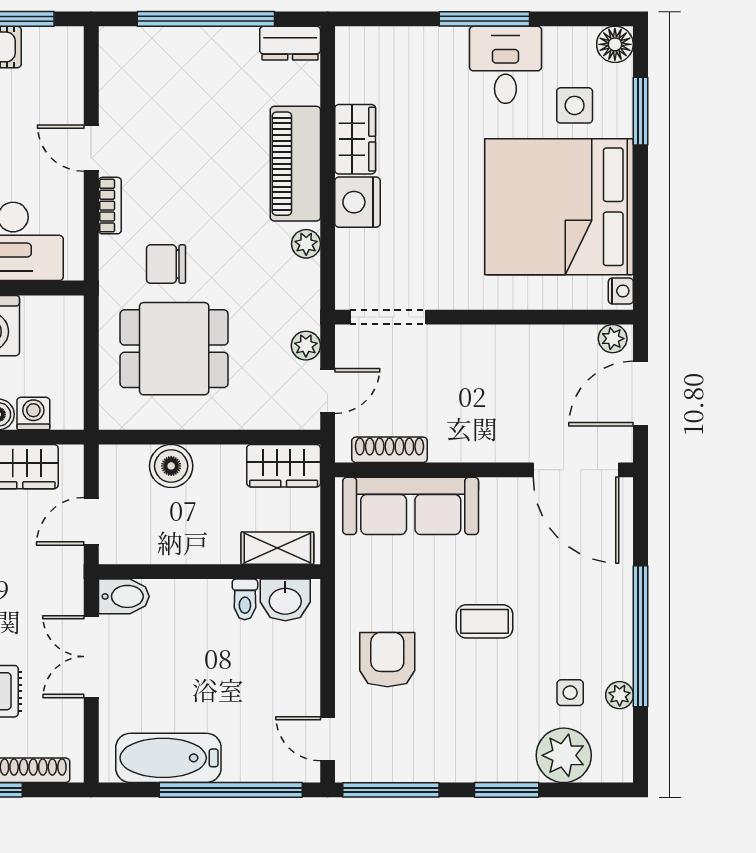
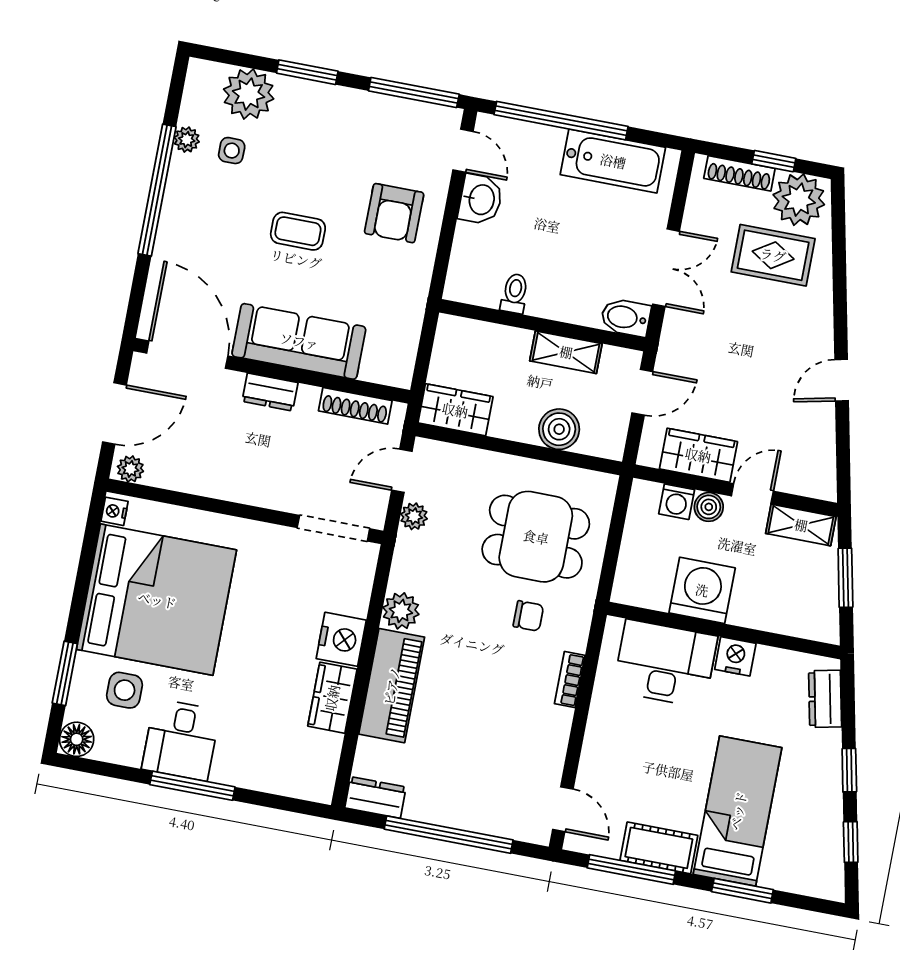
door: (91, 148) -> (563, 809), moved
plant: (306, 244) -> (401, 611), width x1.38, depth x1.38
chair: (166, 264) -> (528, 616), width x0.73, depth x0.73
dresser: (482, 447) -> (270, 392), added
sofa: (411, 506) -> (299, 341), moved
shelving: (277, 548) -> (566, 352), moved
washbasin: (285, 600) -> (481, 199), moved, turned 90

